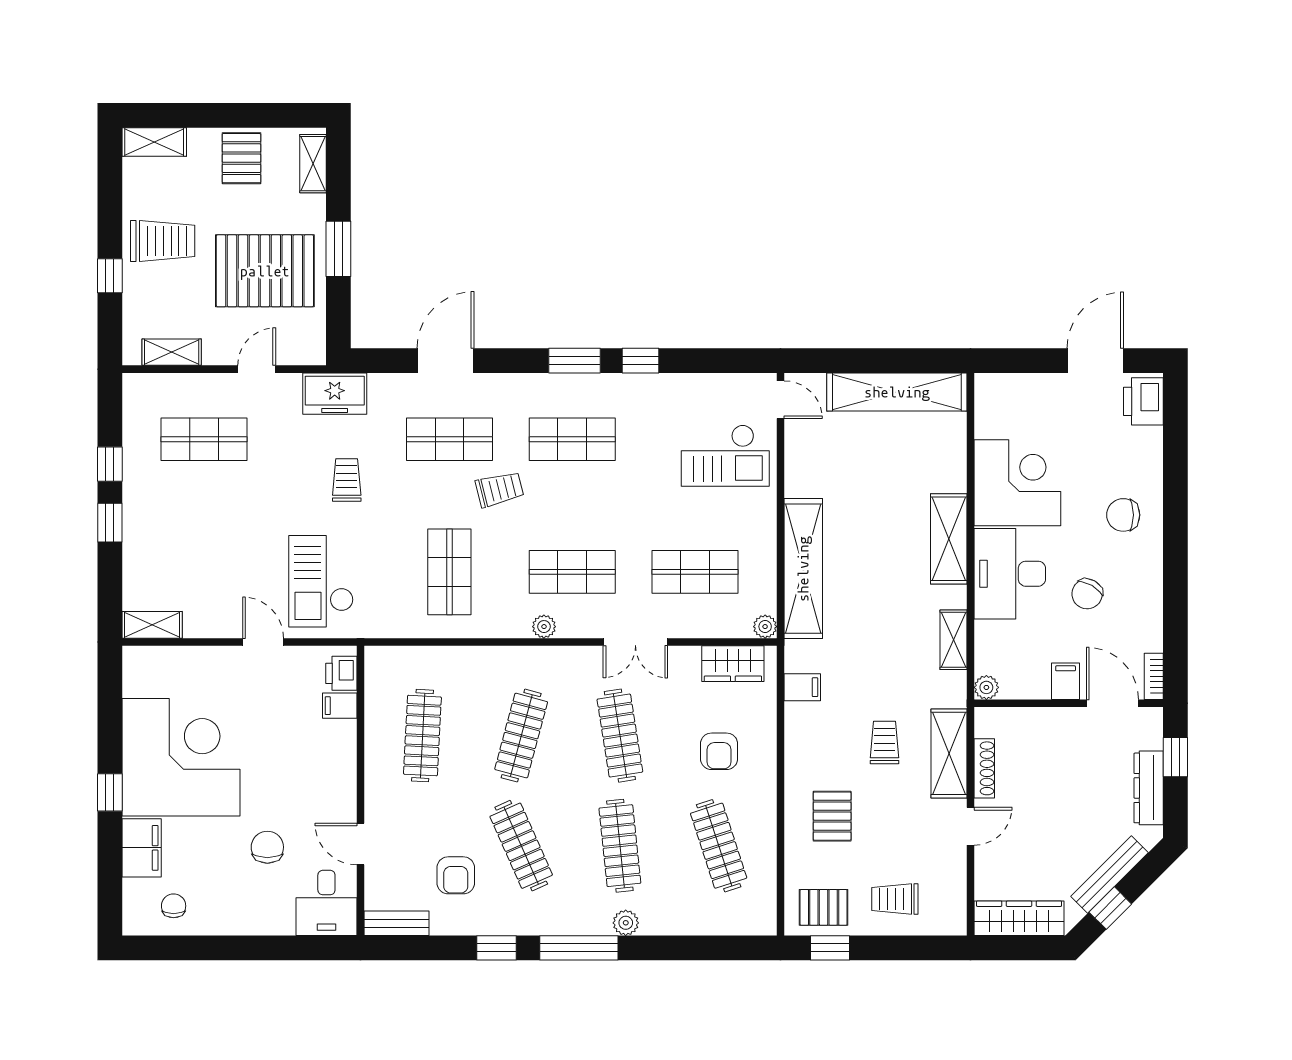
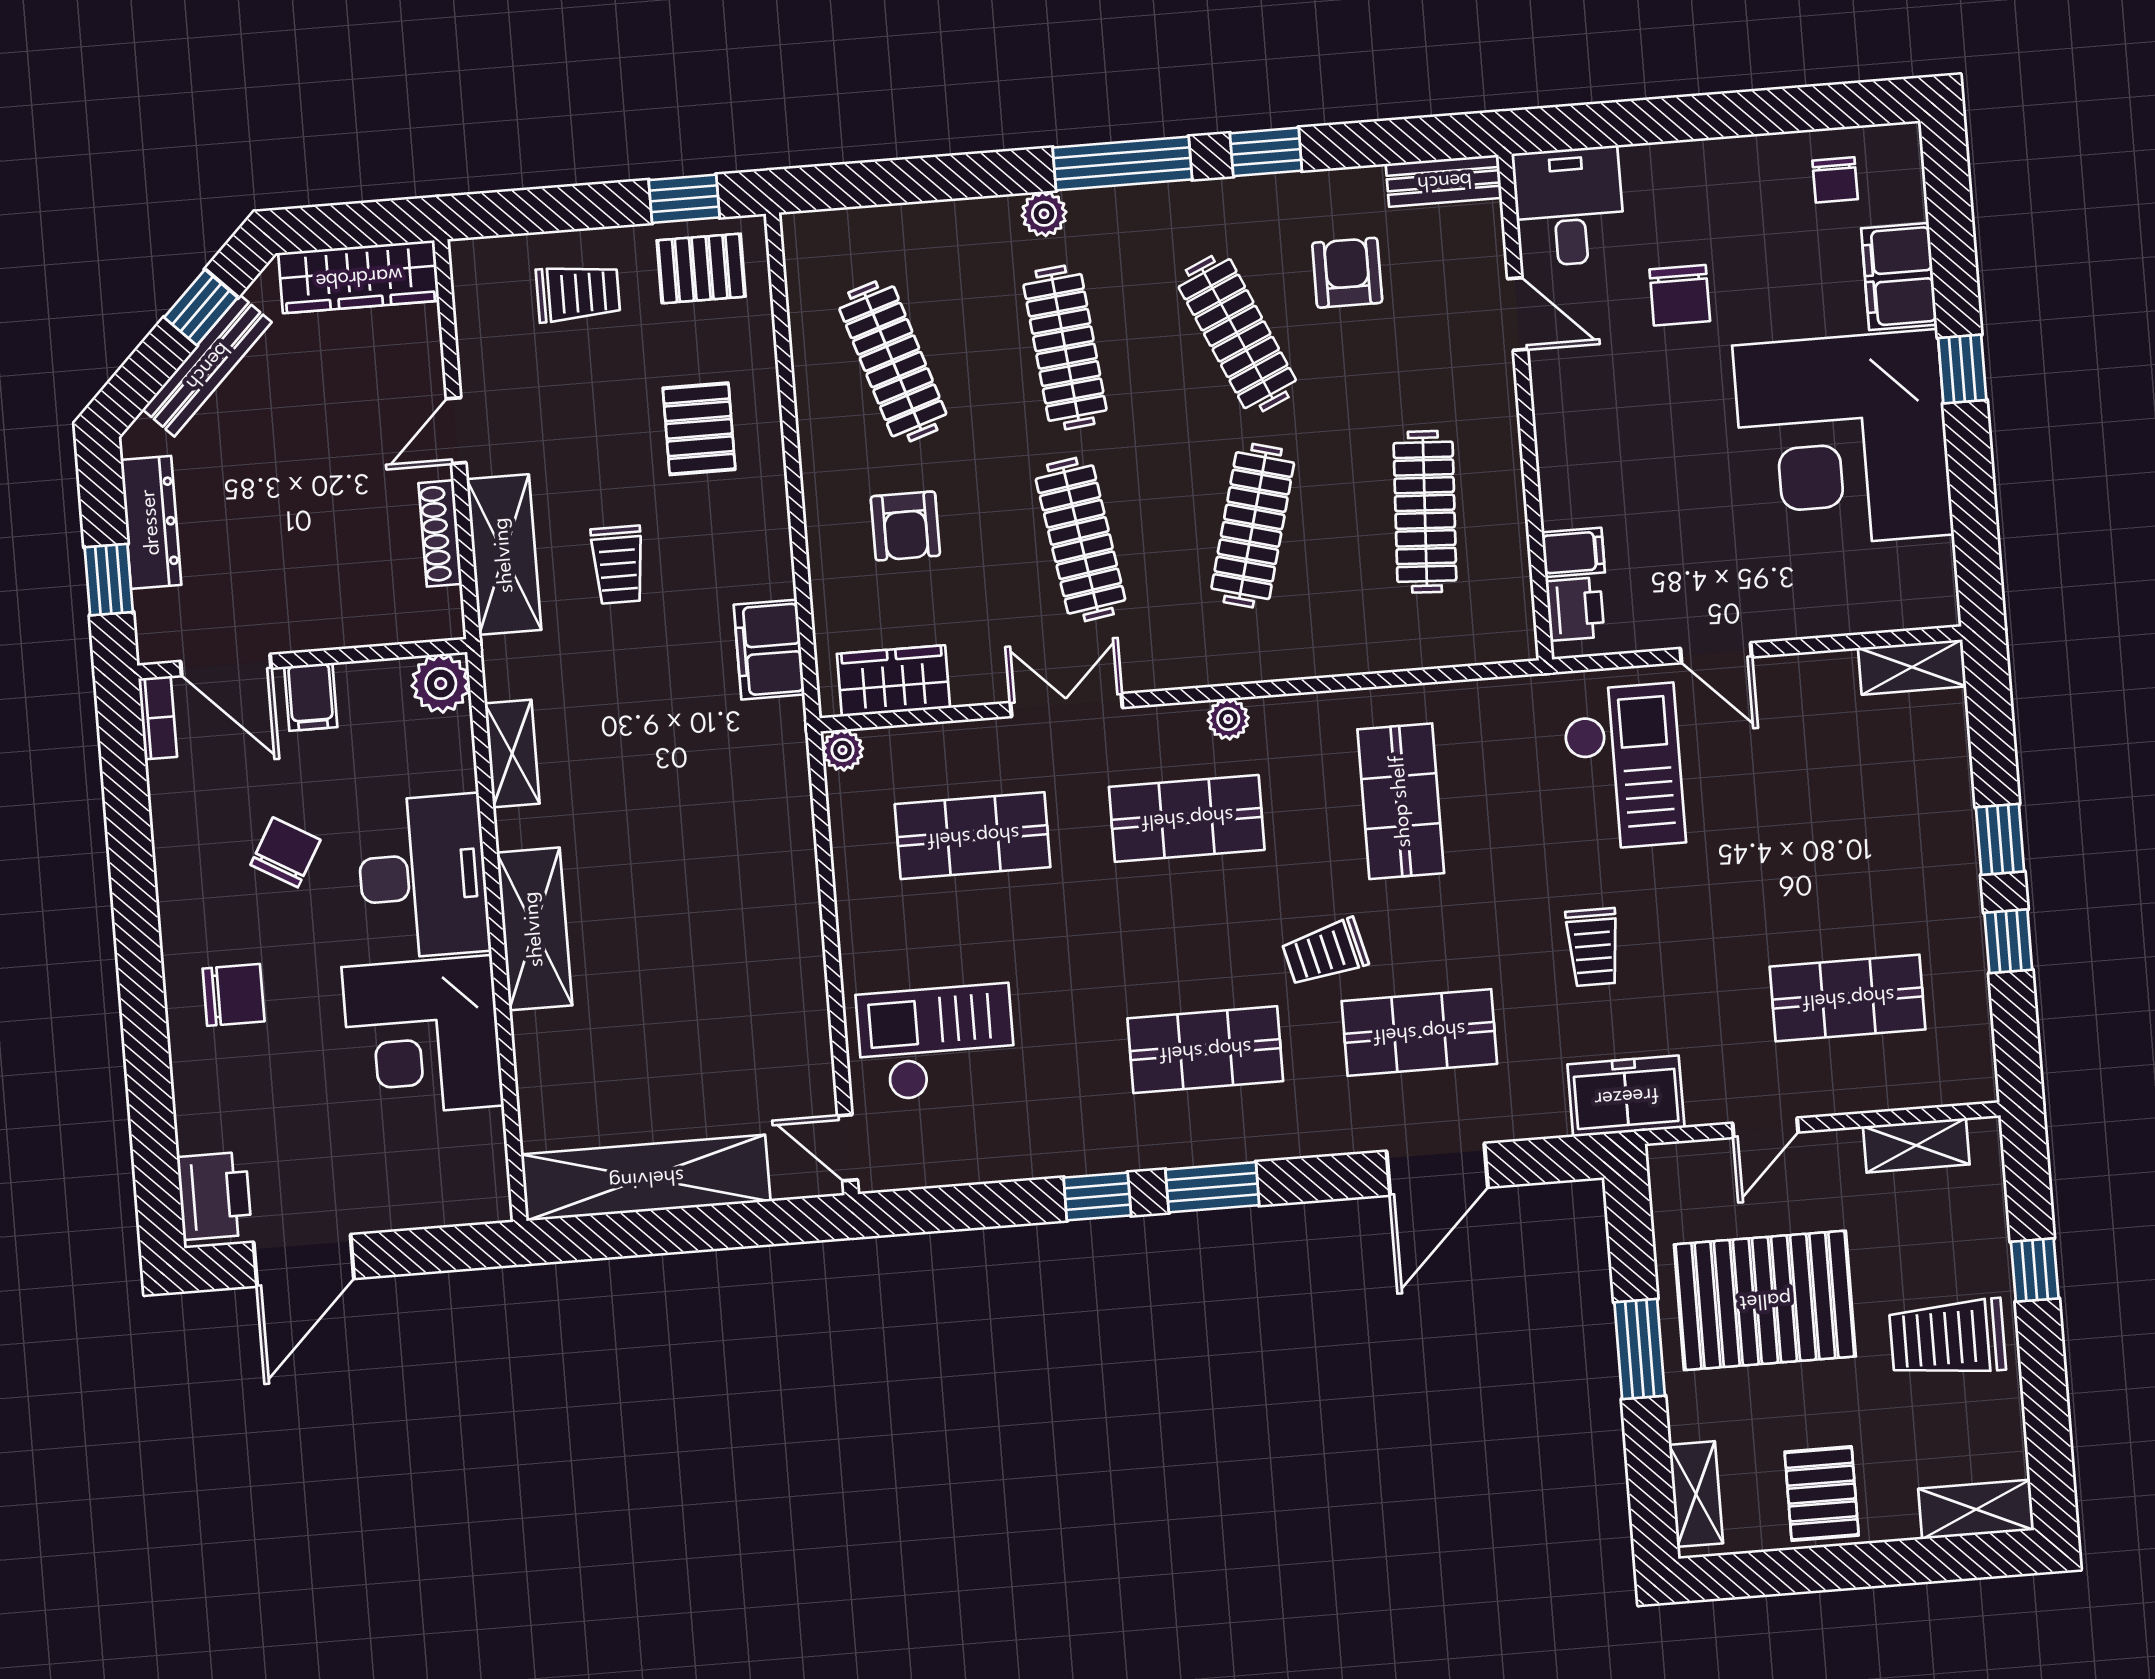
shelving: (803, 569) -> (784, 857), removed
filing cabinet: (802, 687) -> (769, 650), width x2.00
plant: (986, 687) -> (441, 683), width x1.38, depth x1.38
armchair: (719, 751) -> (905, 526), turned 180

